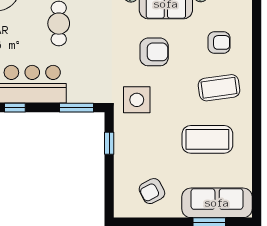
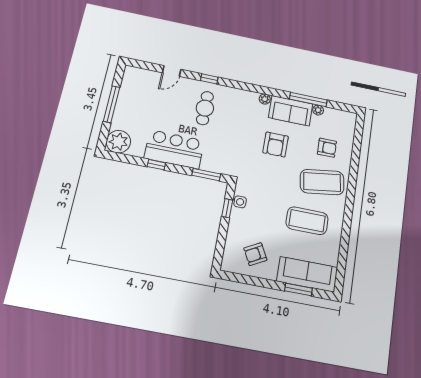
armchair: (154, 52) -> (276, 144), turned 90
coffee table: (219, 88) -> (322, 182), width x1.36, depth x1.32
side table: (137, 100) -> (240, 202), moved, width x0.54, depth x0.54

